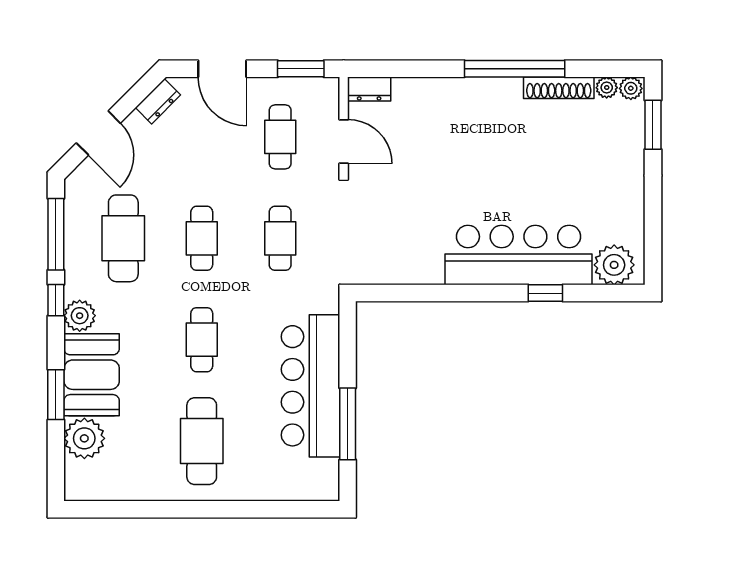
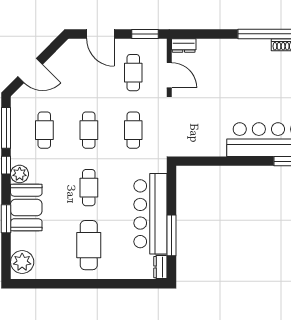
dresser: (158, 101) -> (160, 267), moved, turned 135
door: (98, 133) -> (30, 70), hinge flipped
cafe table: (123, 238) -> (44, 130), width x0.73, depth x0.74
plant: (84, 438) -> (22, 262), moved

